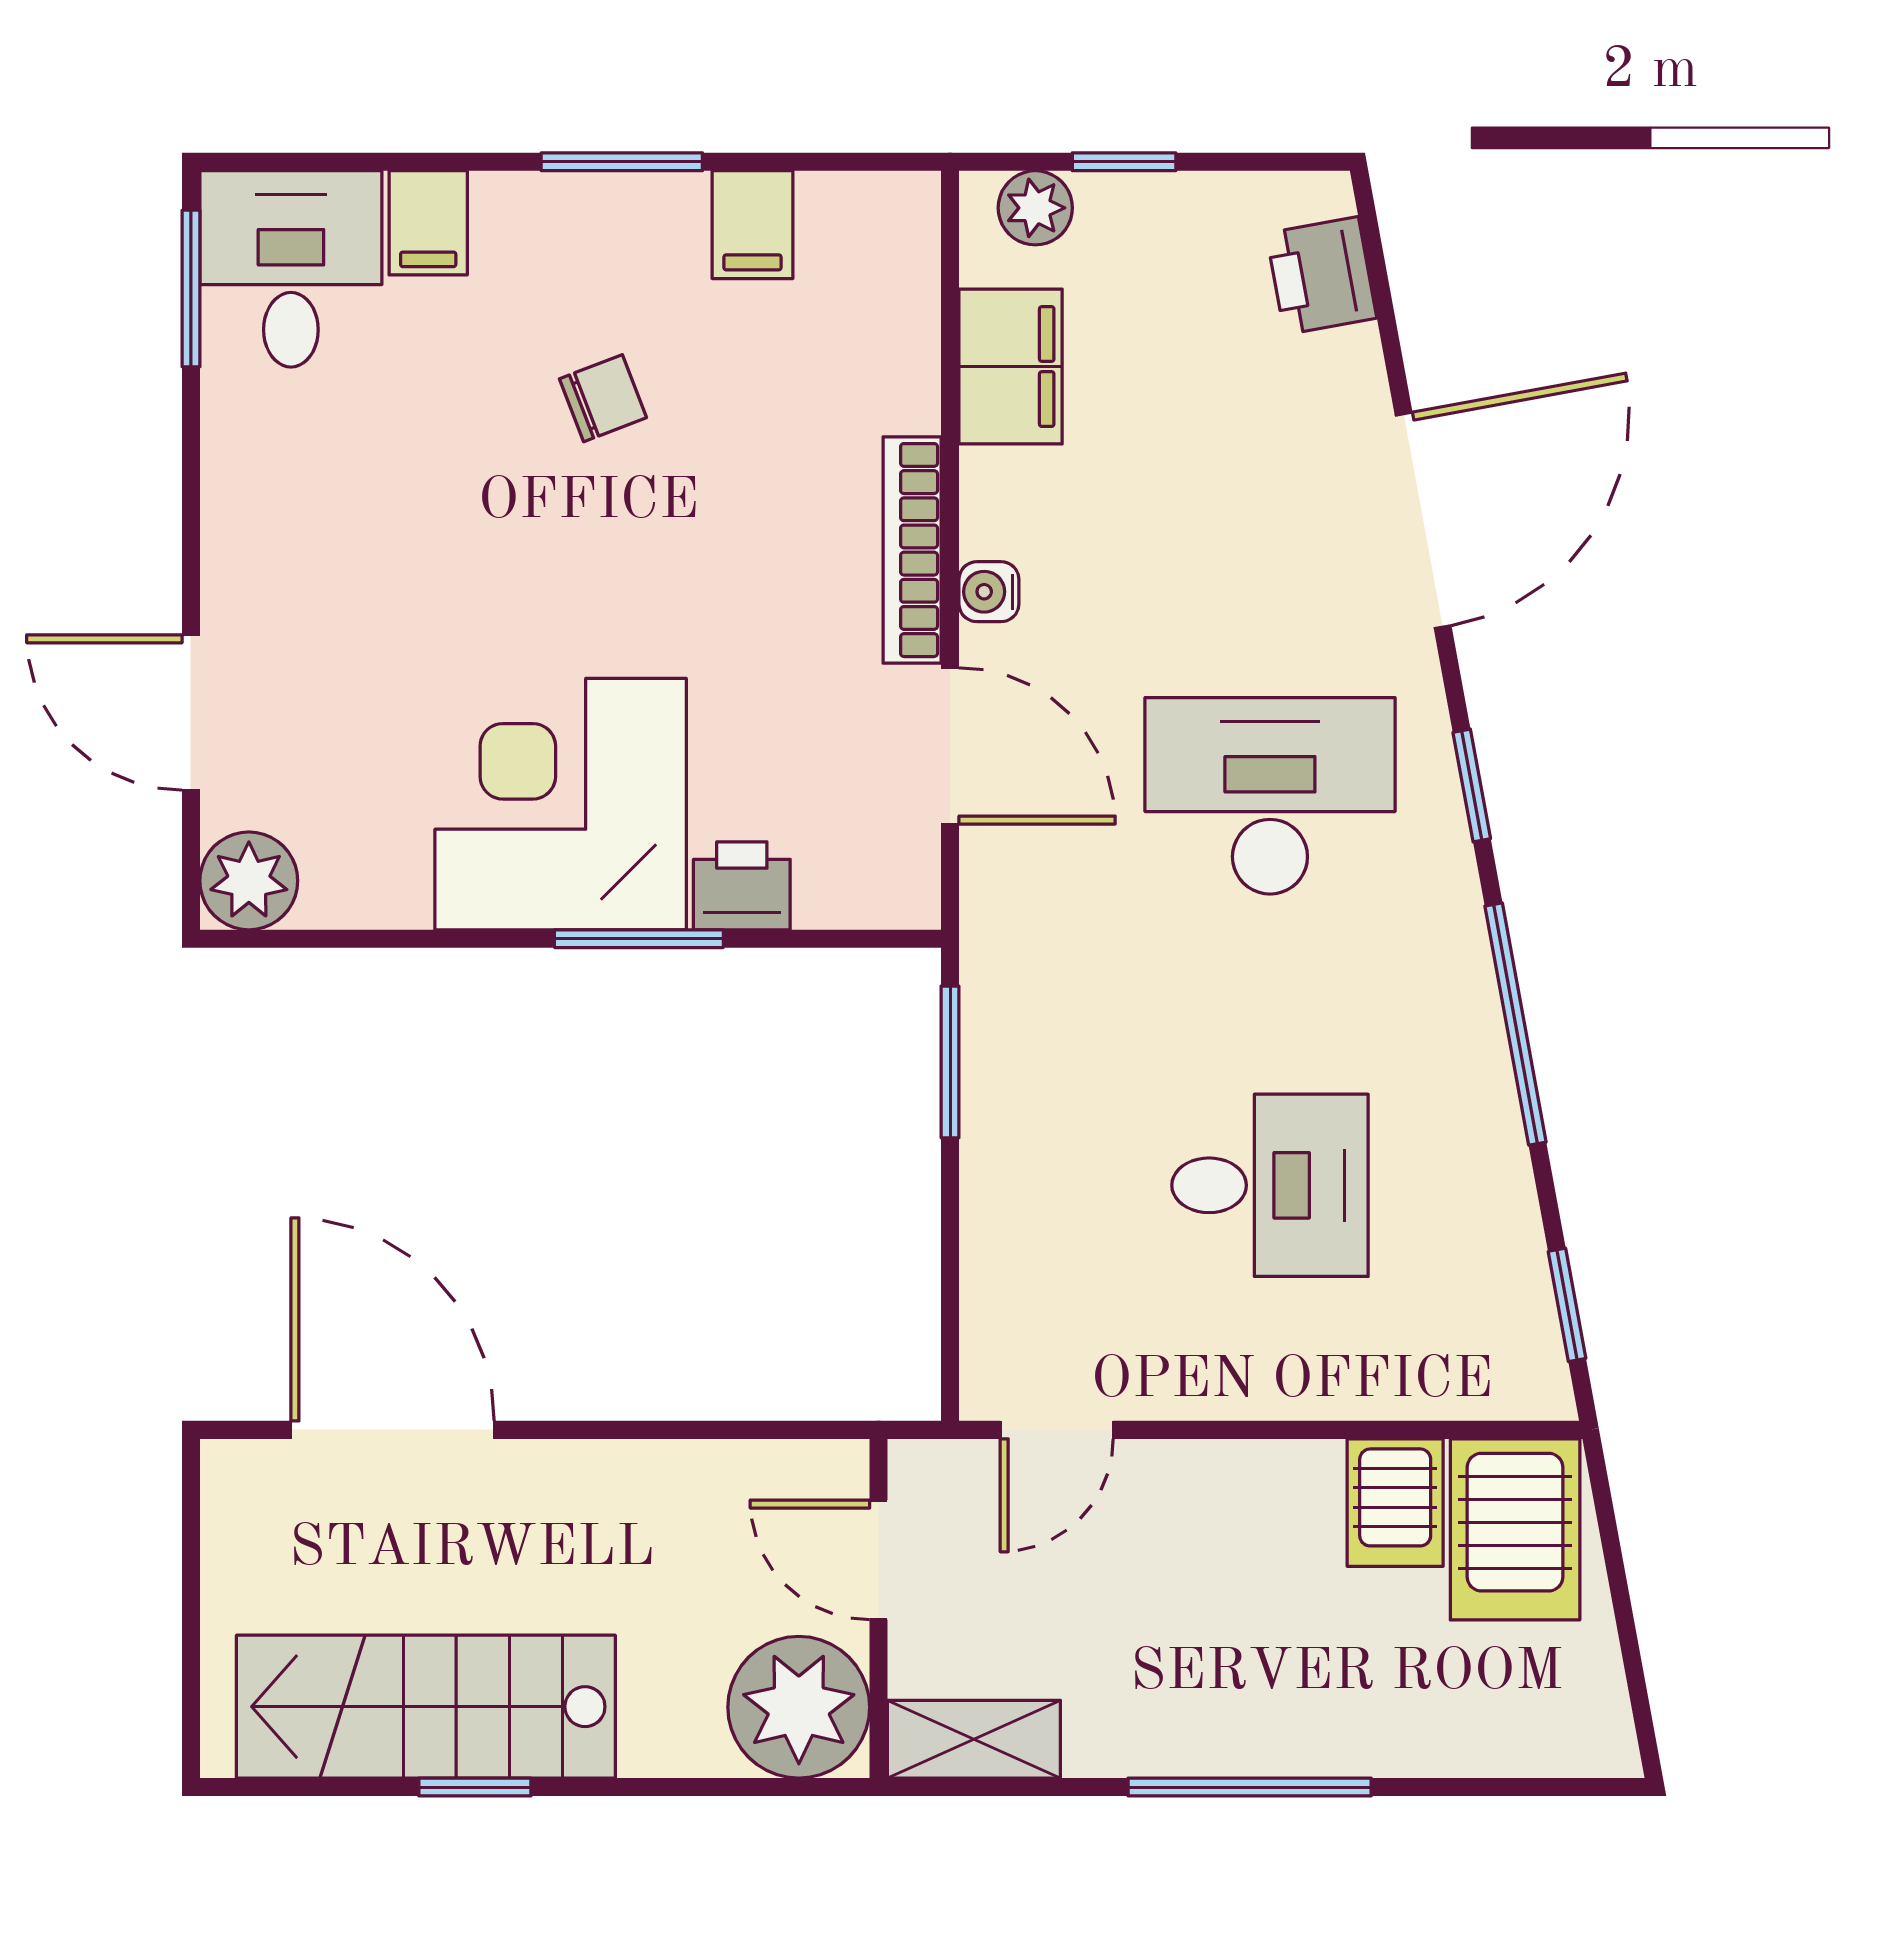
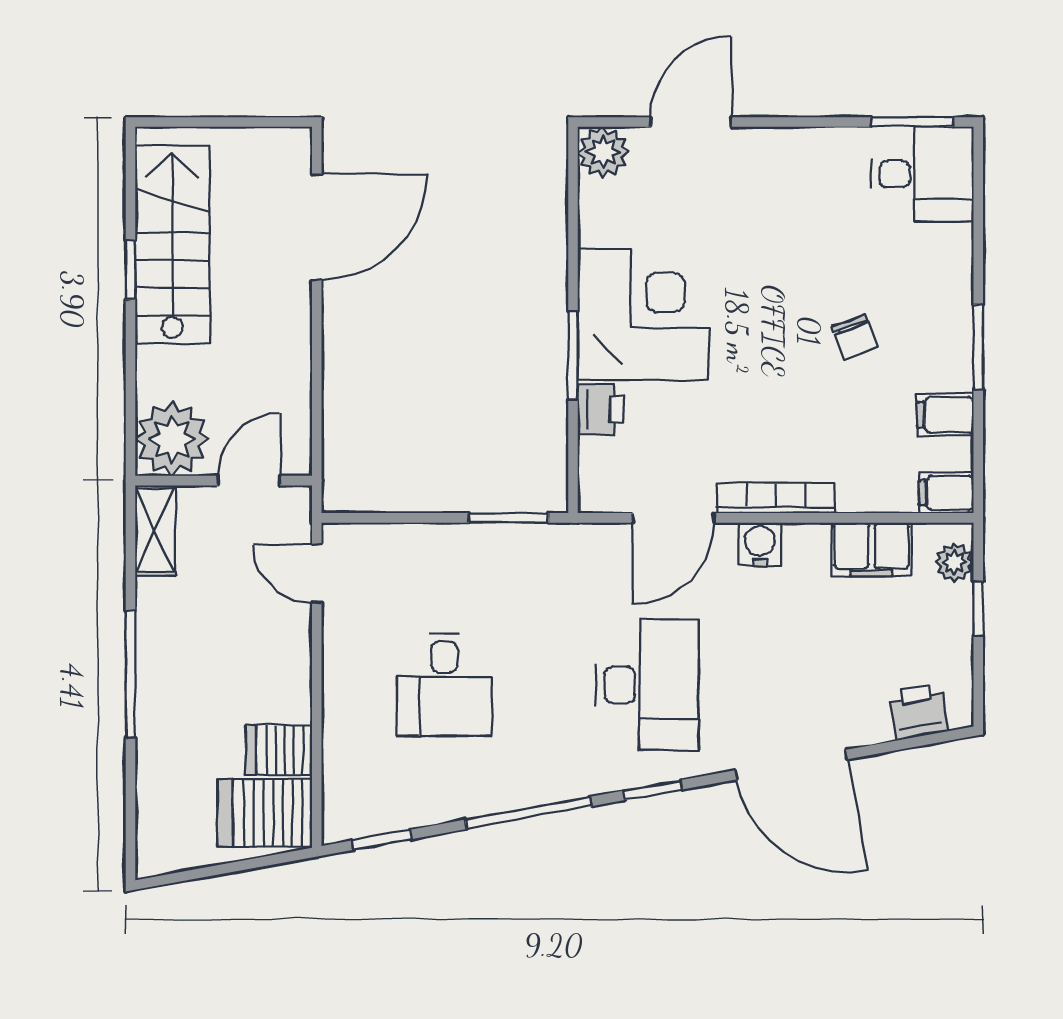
filing cabinet: (428, 223) -> (946, 493), moved
water cooler: (989, 592) -> (760, 544), width x1.38, depth x1.38

